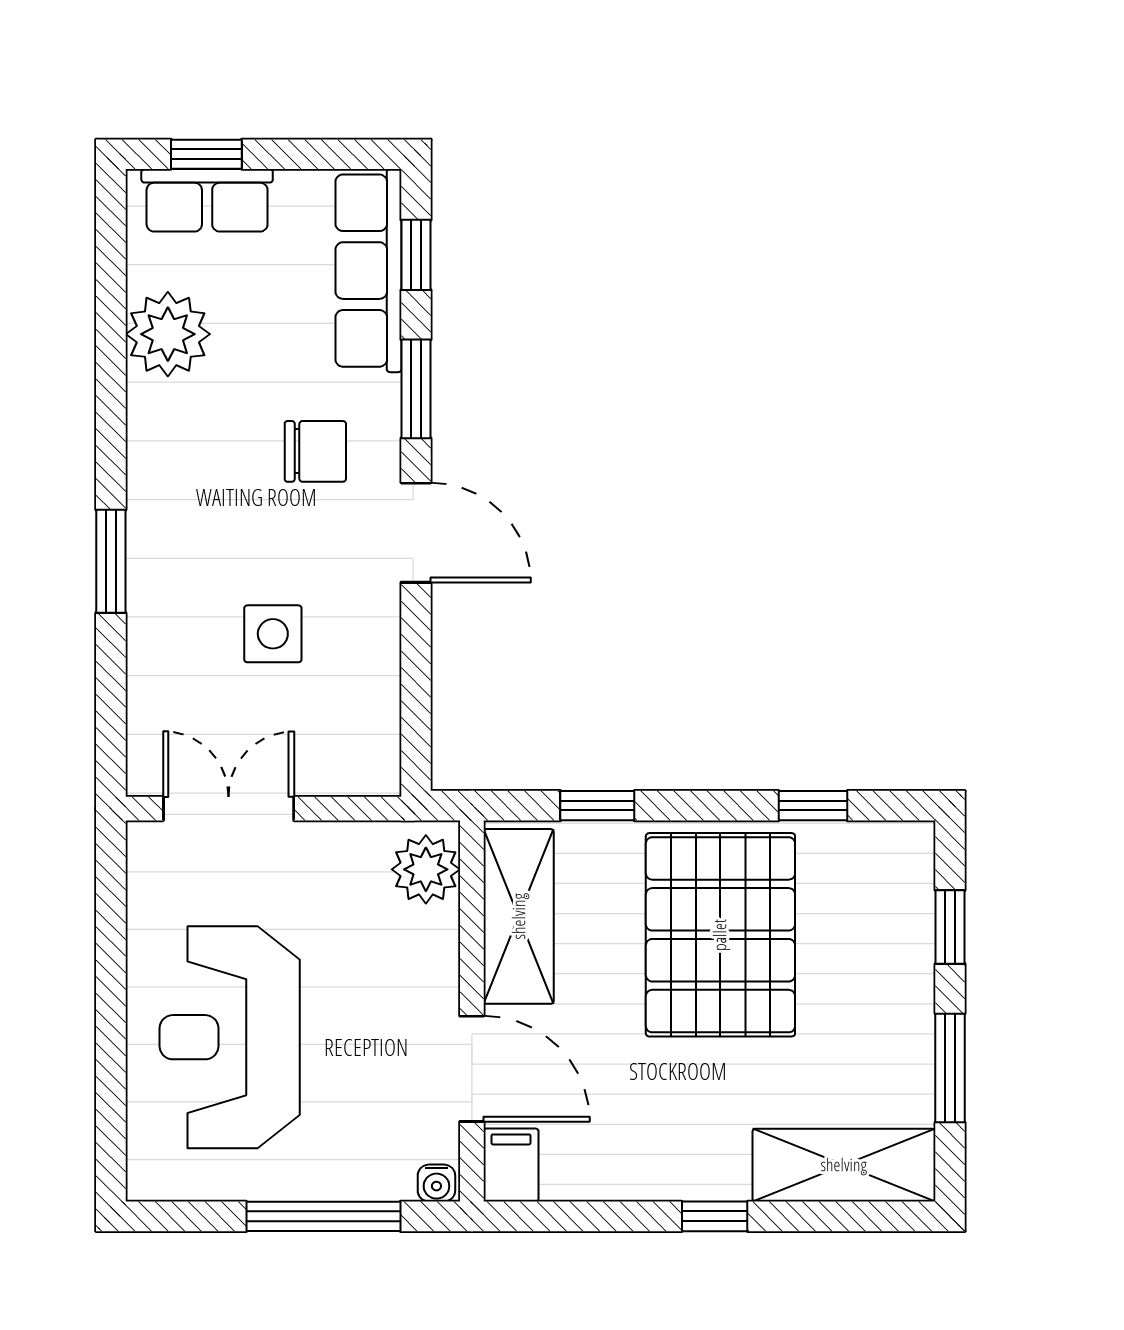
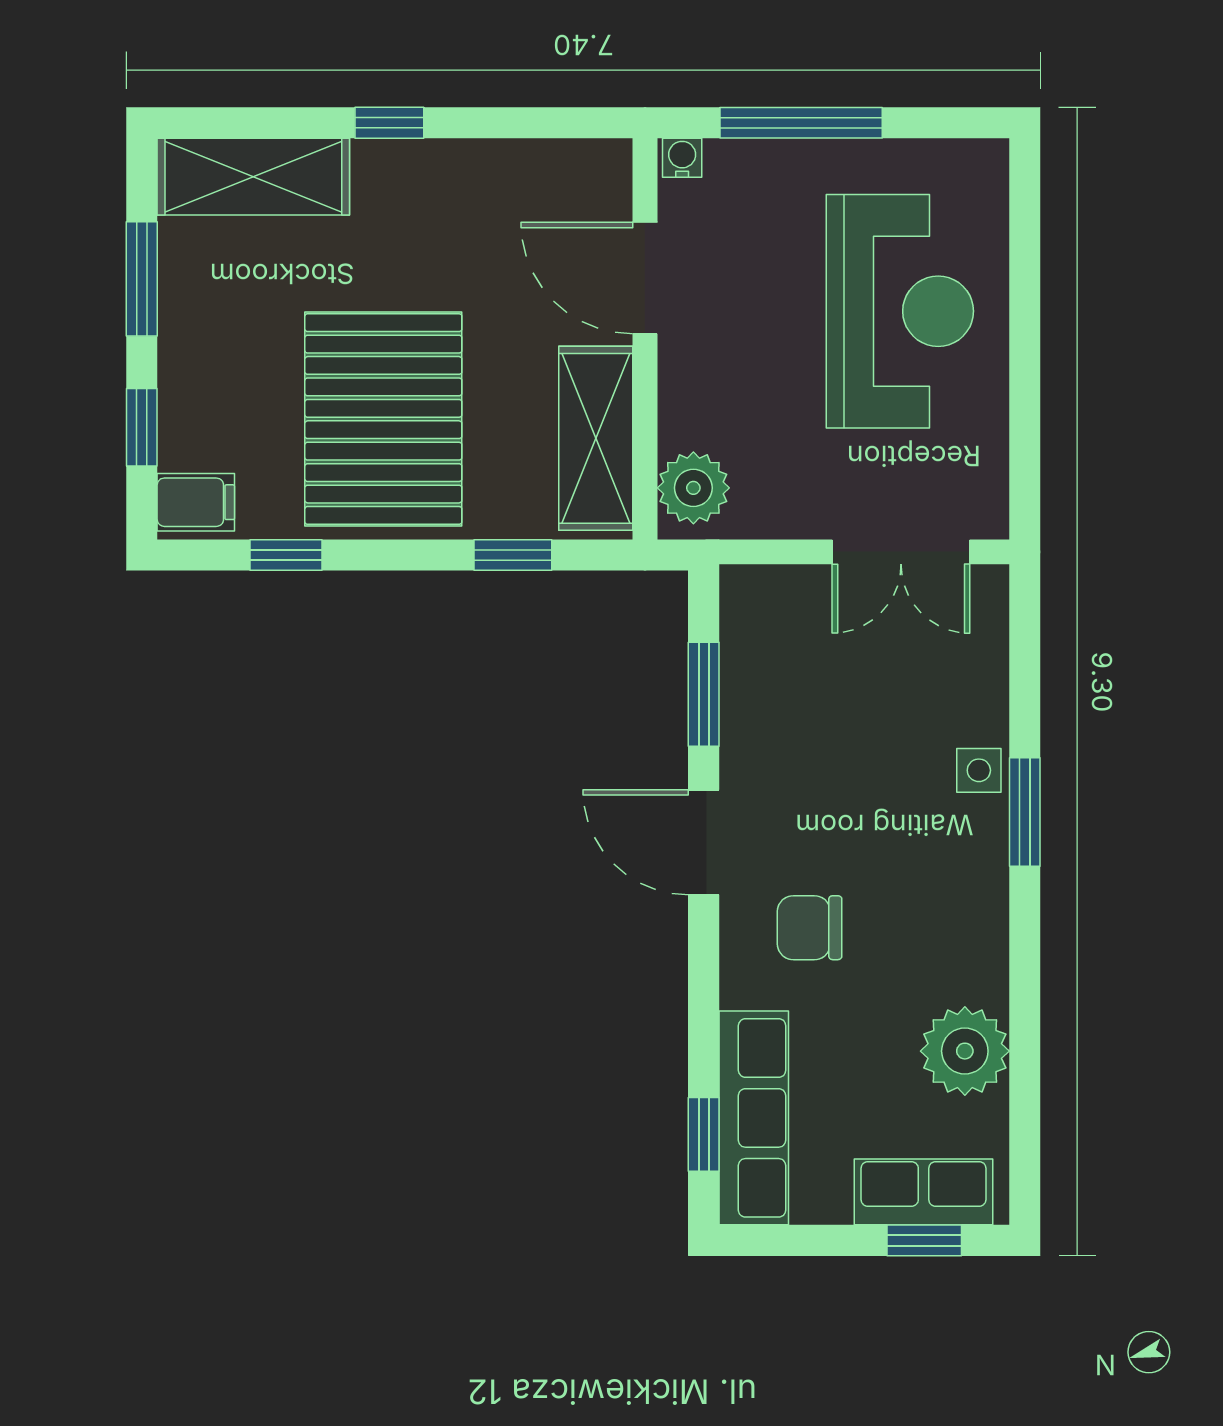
window: (416, 389) -> (704, 694), moved
side table: (273, 634) -> (979, 770), moved, width x0.73, depth x0.73
filing cabinet: (511, 1165) -> (196, 502), moved, turned -90

